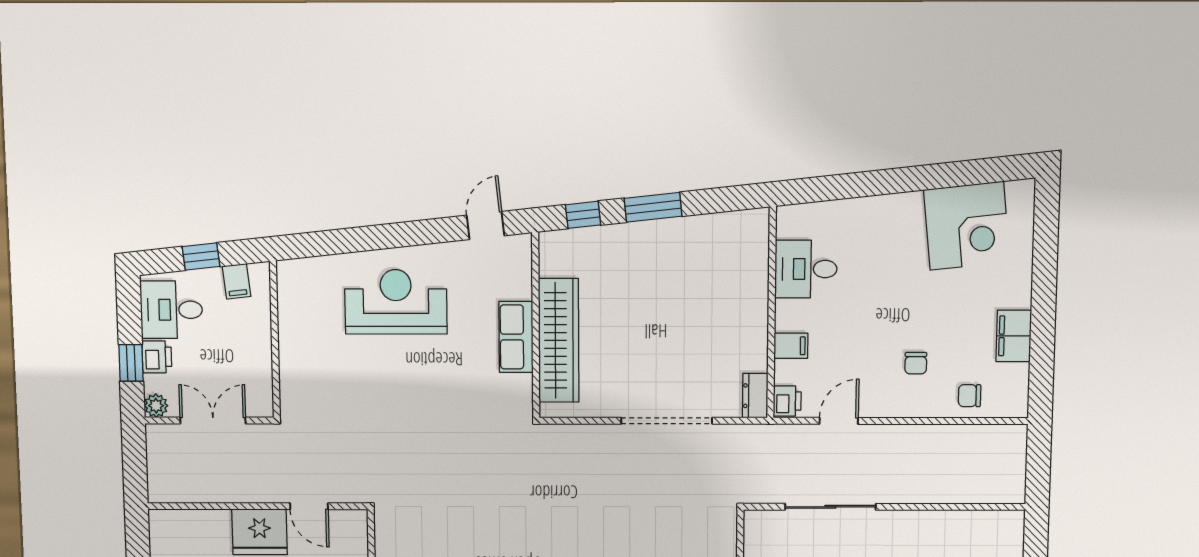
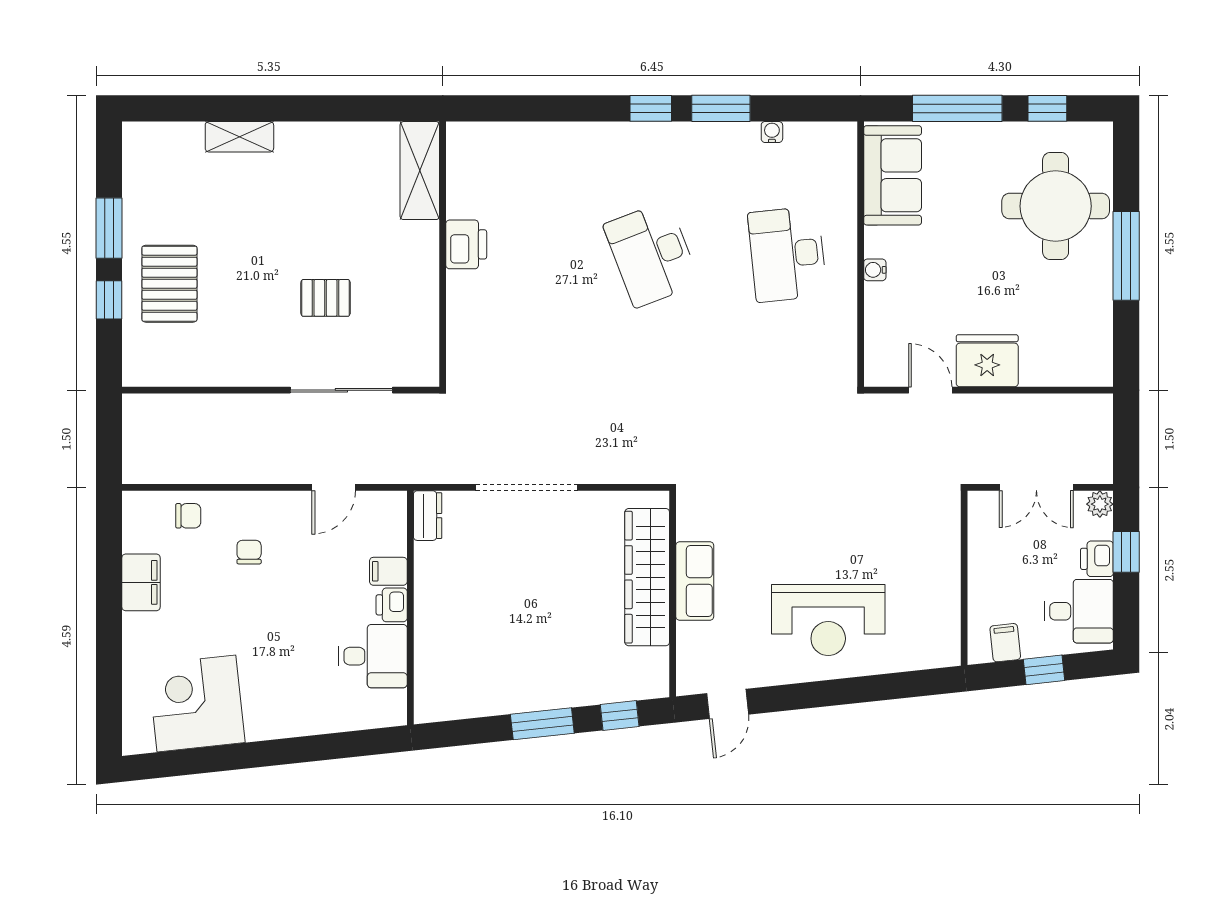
printer: (787, 401) -> (392, 605), moved

